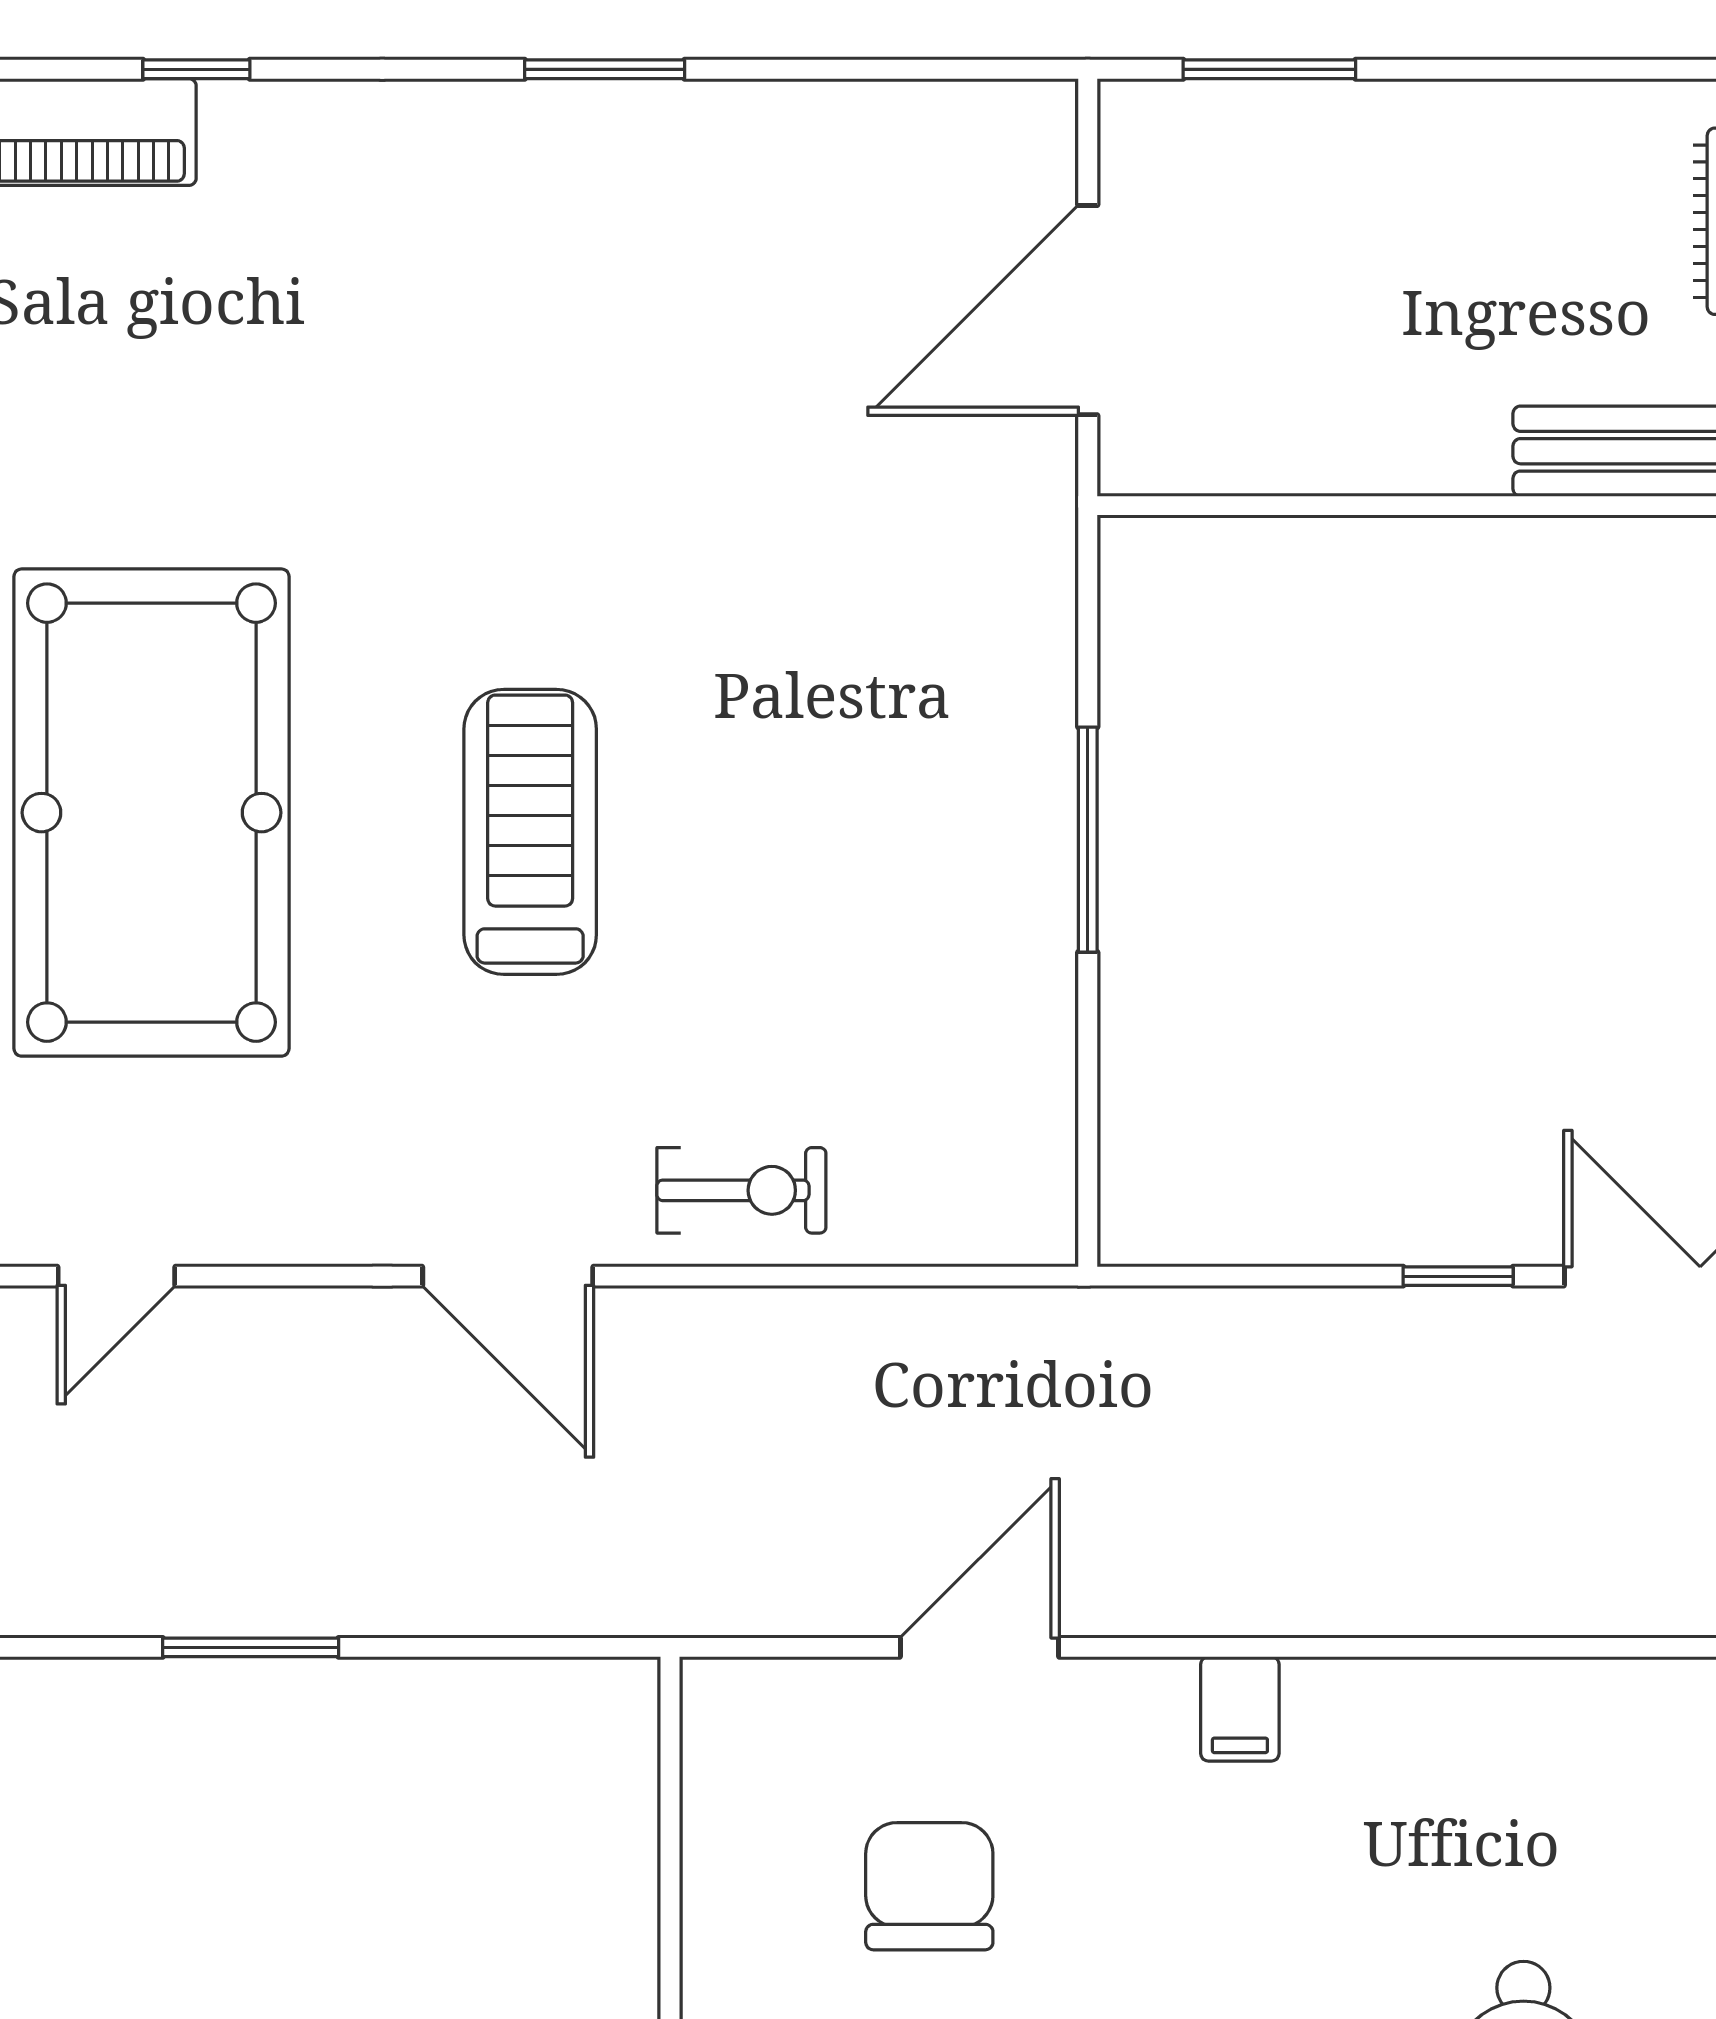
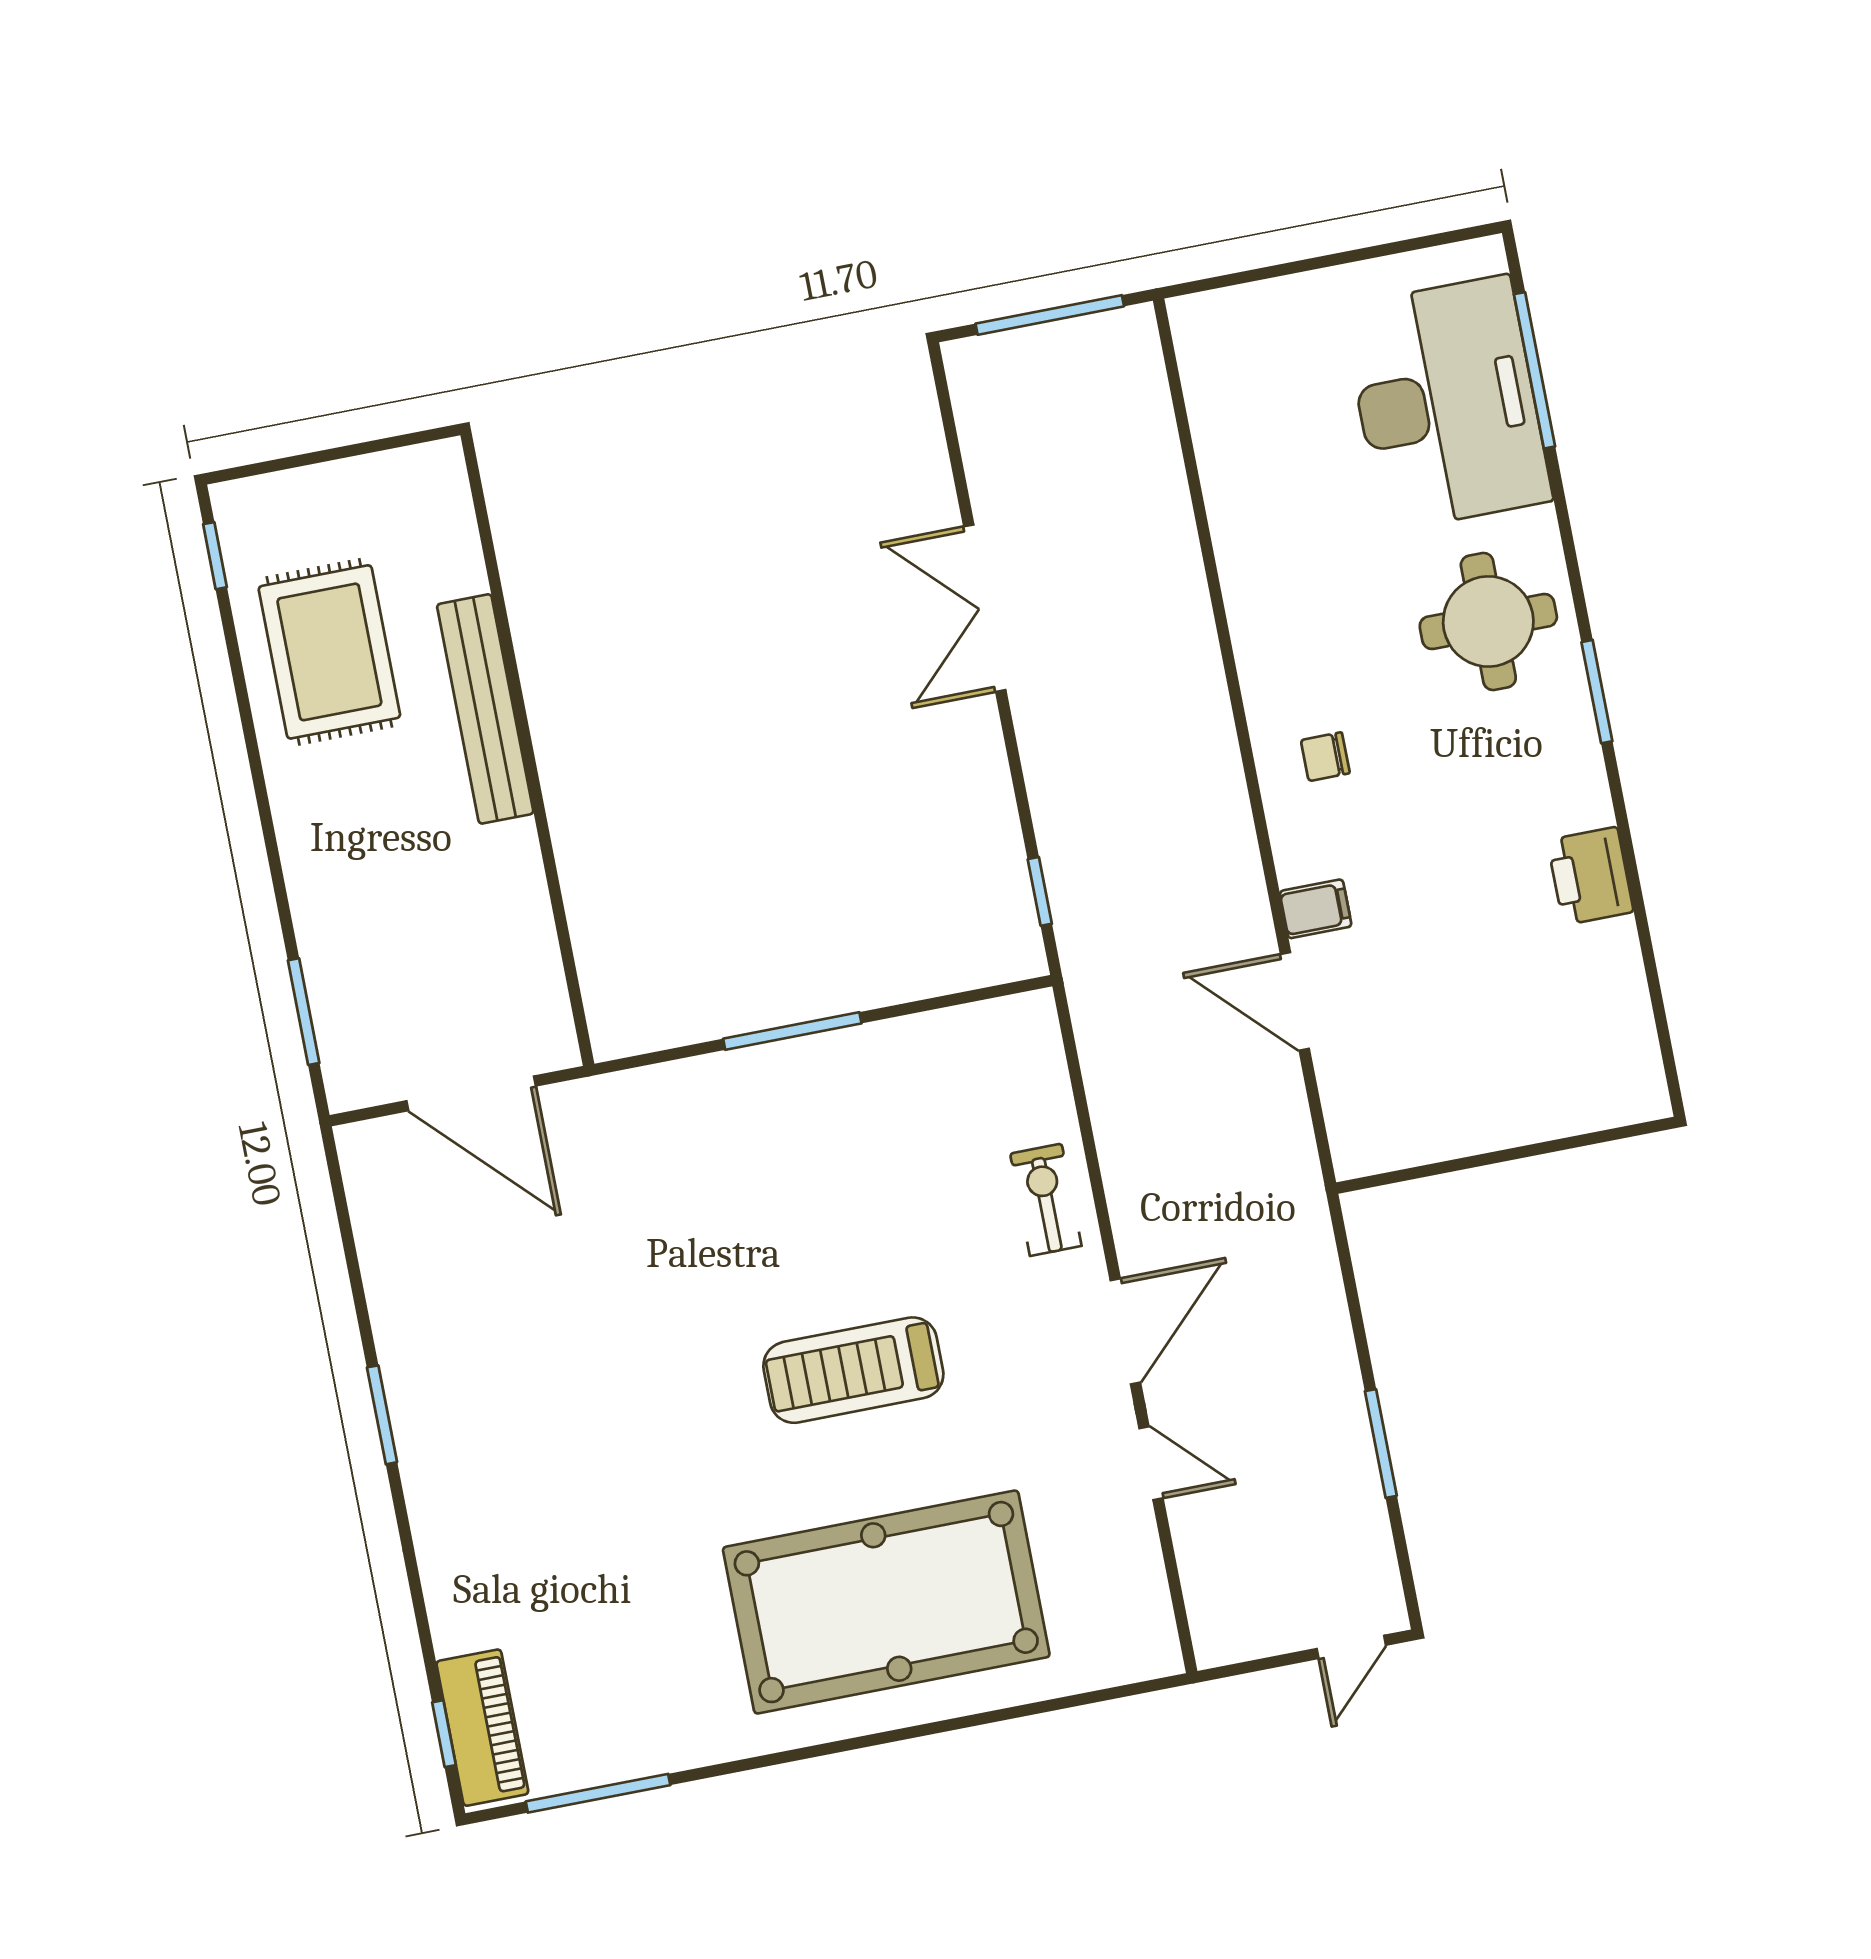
window: (196, 69) -> (444, 1734), moved
door: (116, 1276) -> (1151, 1463), moved
window: (1458, 1276) -> (1040, 891), moved
filing cabinet: (1240, 1709) -> (1316, 909), moved
chair: (929, 1886) -> (1325, 757), moved, width x0.54, depth x0.54

